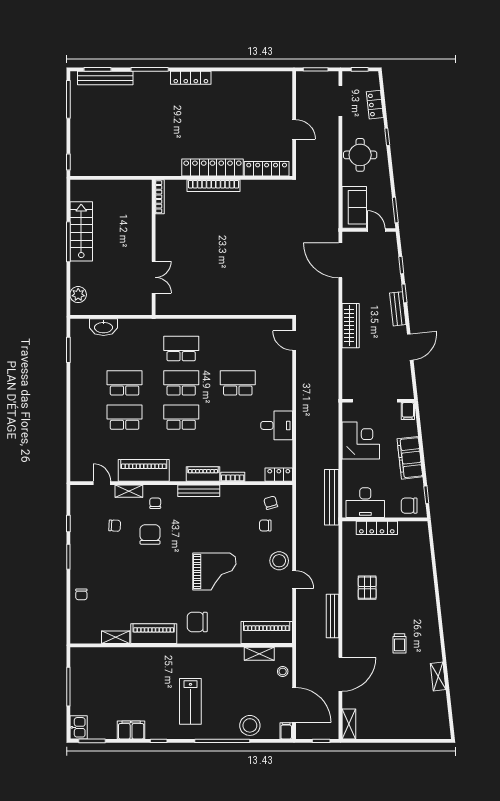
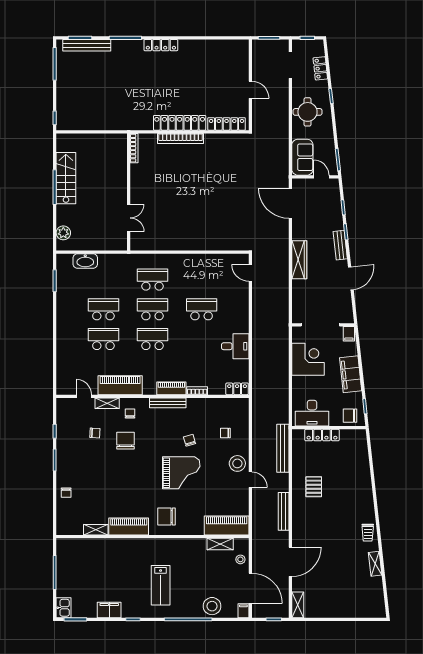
bench: (332, 497) -> (283, 448), moved
chair: (271, 503) -> (190, 440), moved
trolley: (399, 643) -> (368, 533), moved

